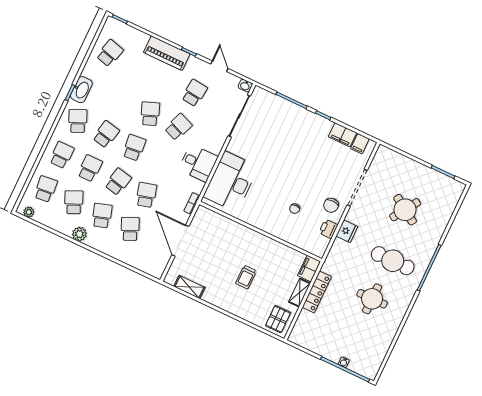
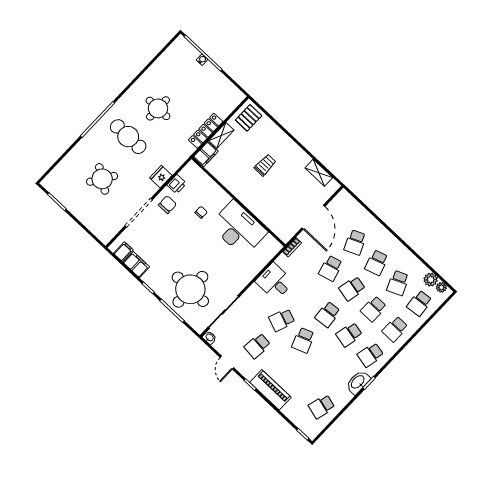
school desk: (78, 121) -> (370, 355), turned 36
round table: (280, 128) -> (190, 289), added
desk: (231, 182) -> (239, 229), moved, turned -90
plant: (79, 234) -> (431, 280), moved

